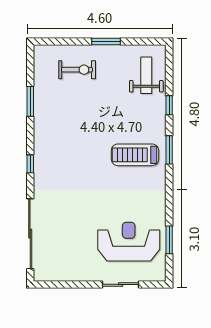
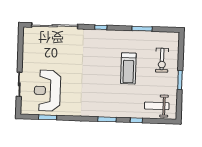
weight bench: (146, 75) -> (157, 106), turned 180
treadmill: (135, 155) -> (128, 68), moved, turned 180
reception desk: (129, 242) -> (47, 91), turned 180

